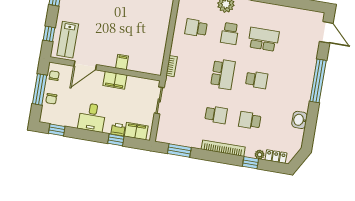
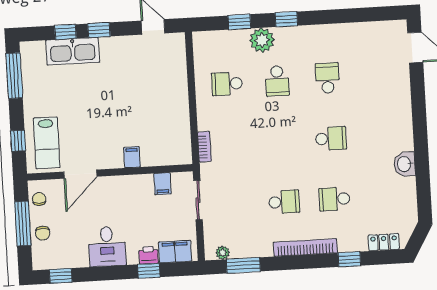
school desk: (263, 39) -> (327, 78), width x0.54
school desk: (223, 74) -> (281, 141), removed
filing cabinet: (115, 80) -> (162, 184), moved, width x0.50
window: (318, 81) -> (419, 120), removed
washbasin: (300, 120) -> (405, 164), moved
plant: (260, 155) -> (223, 253), moved

